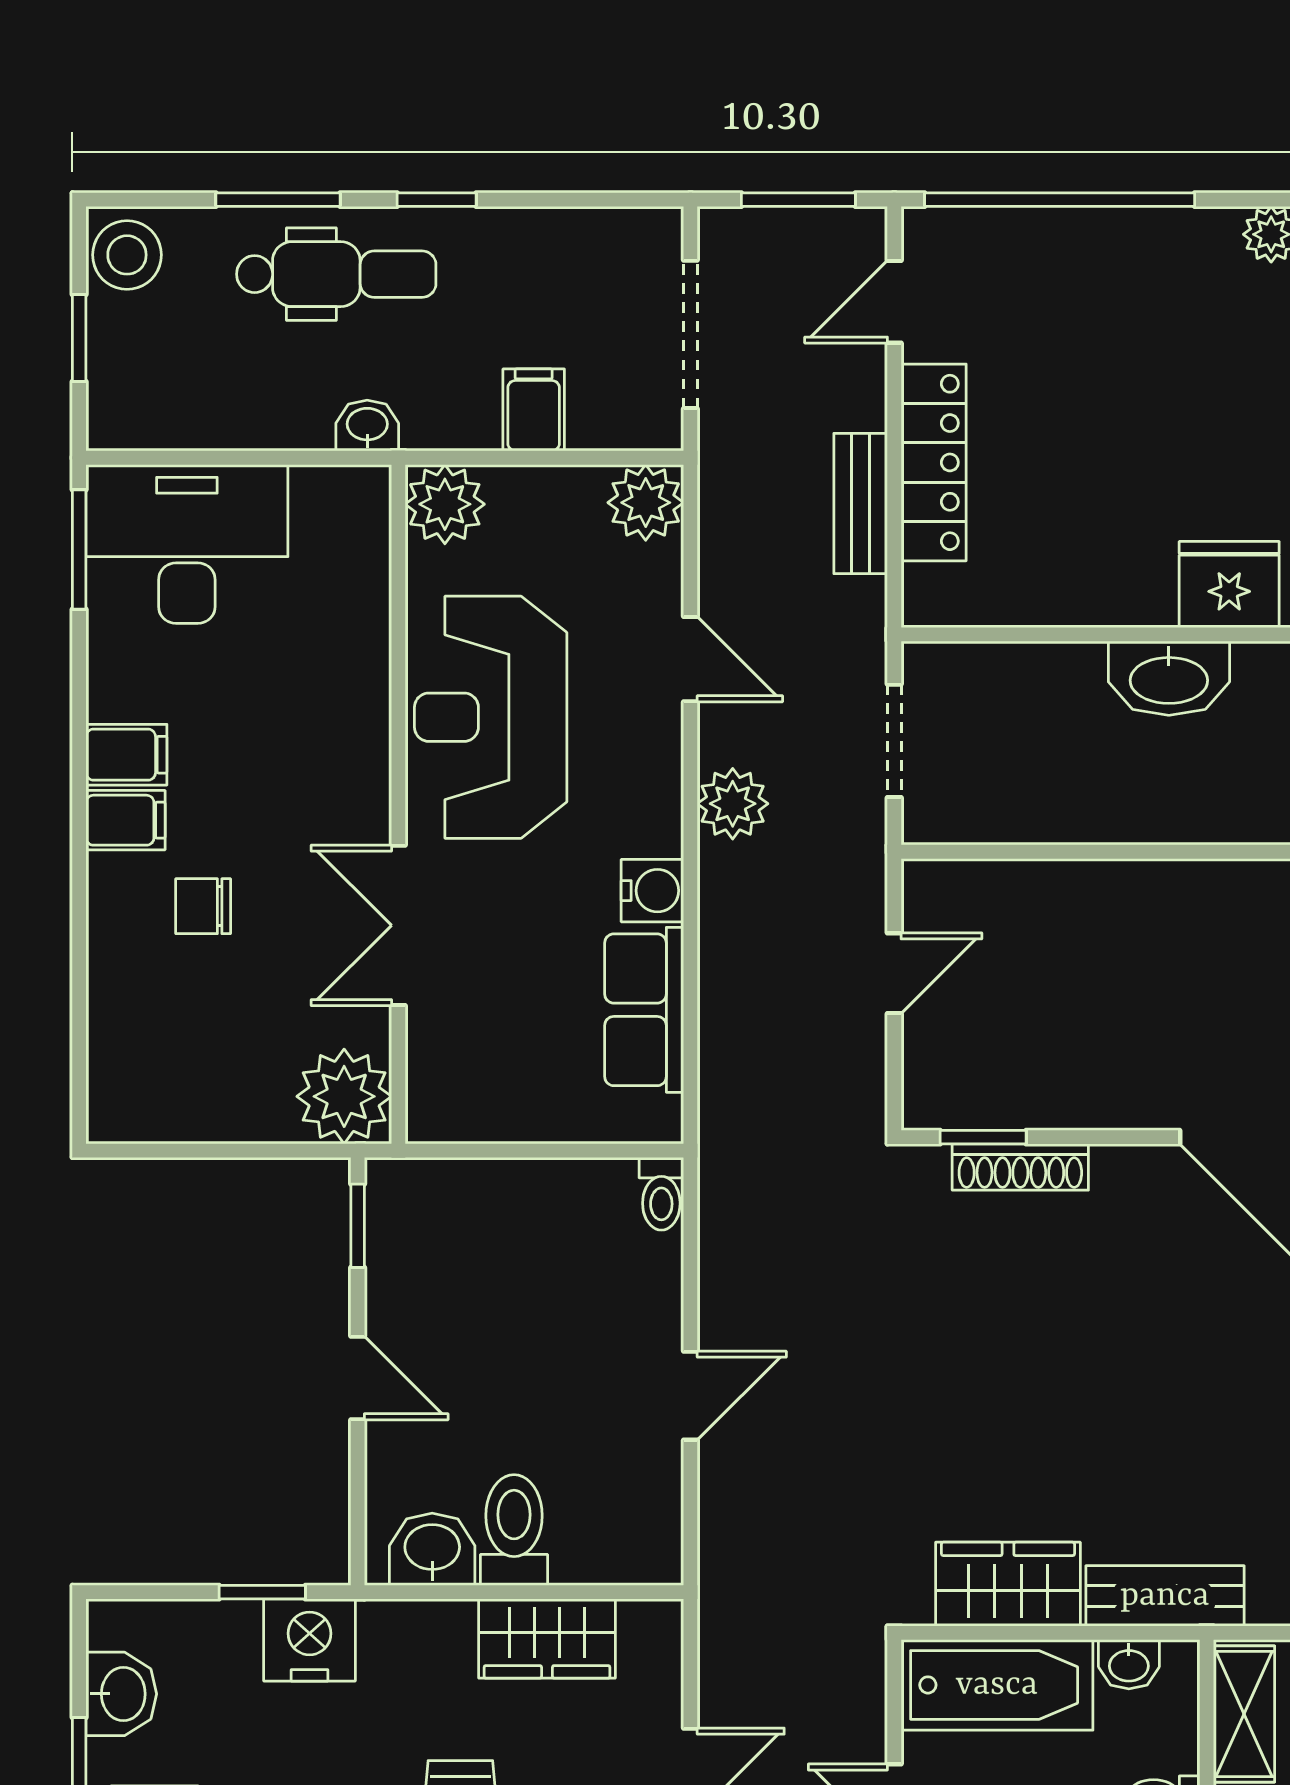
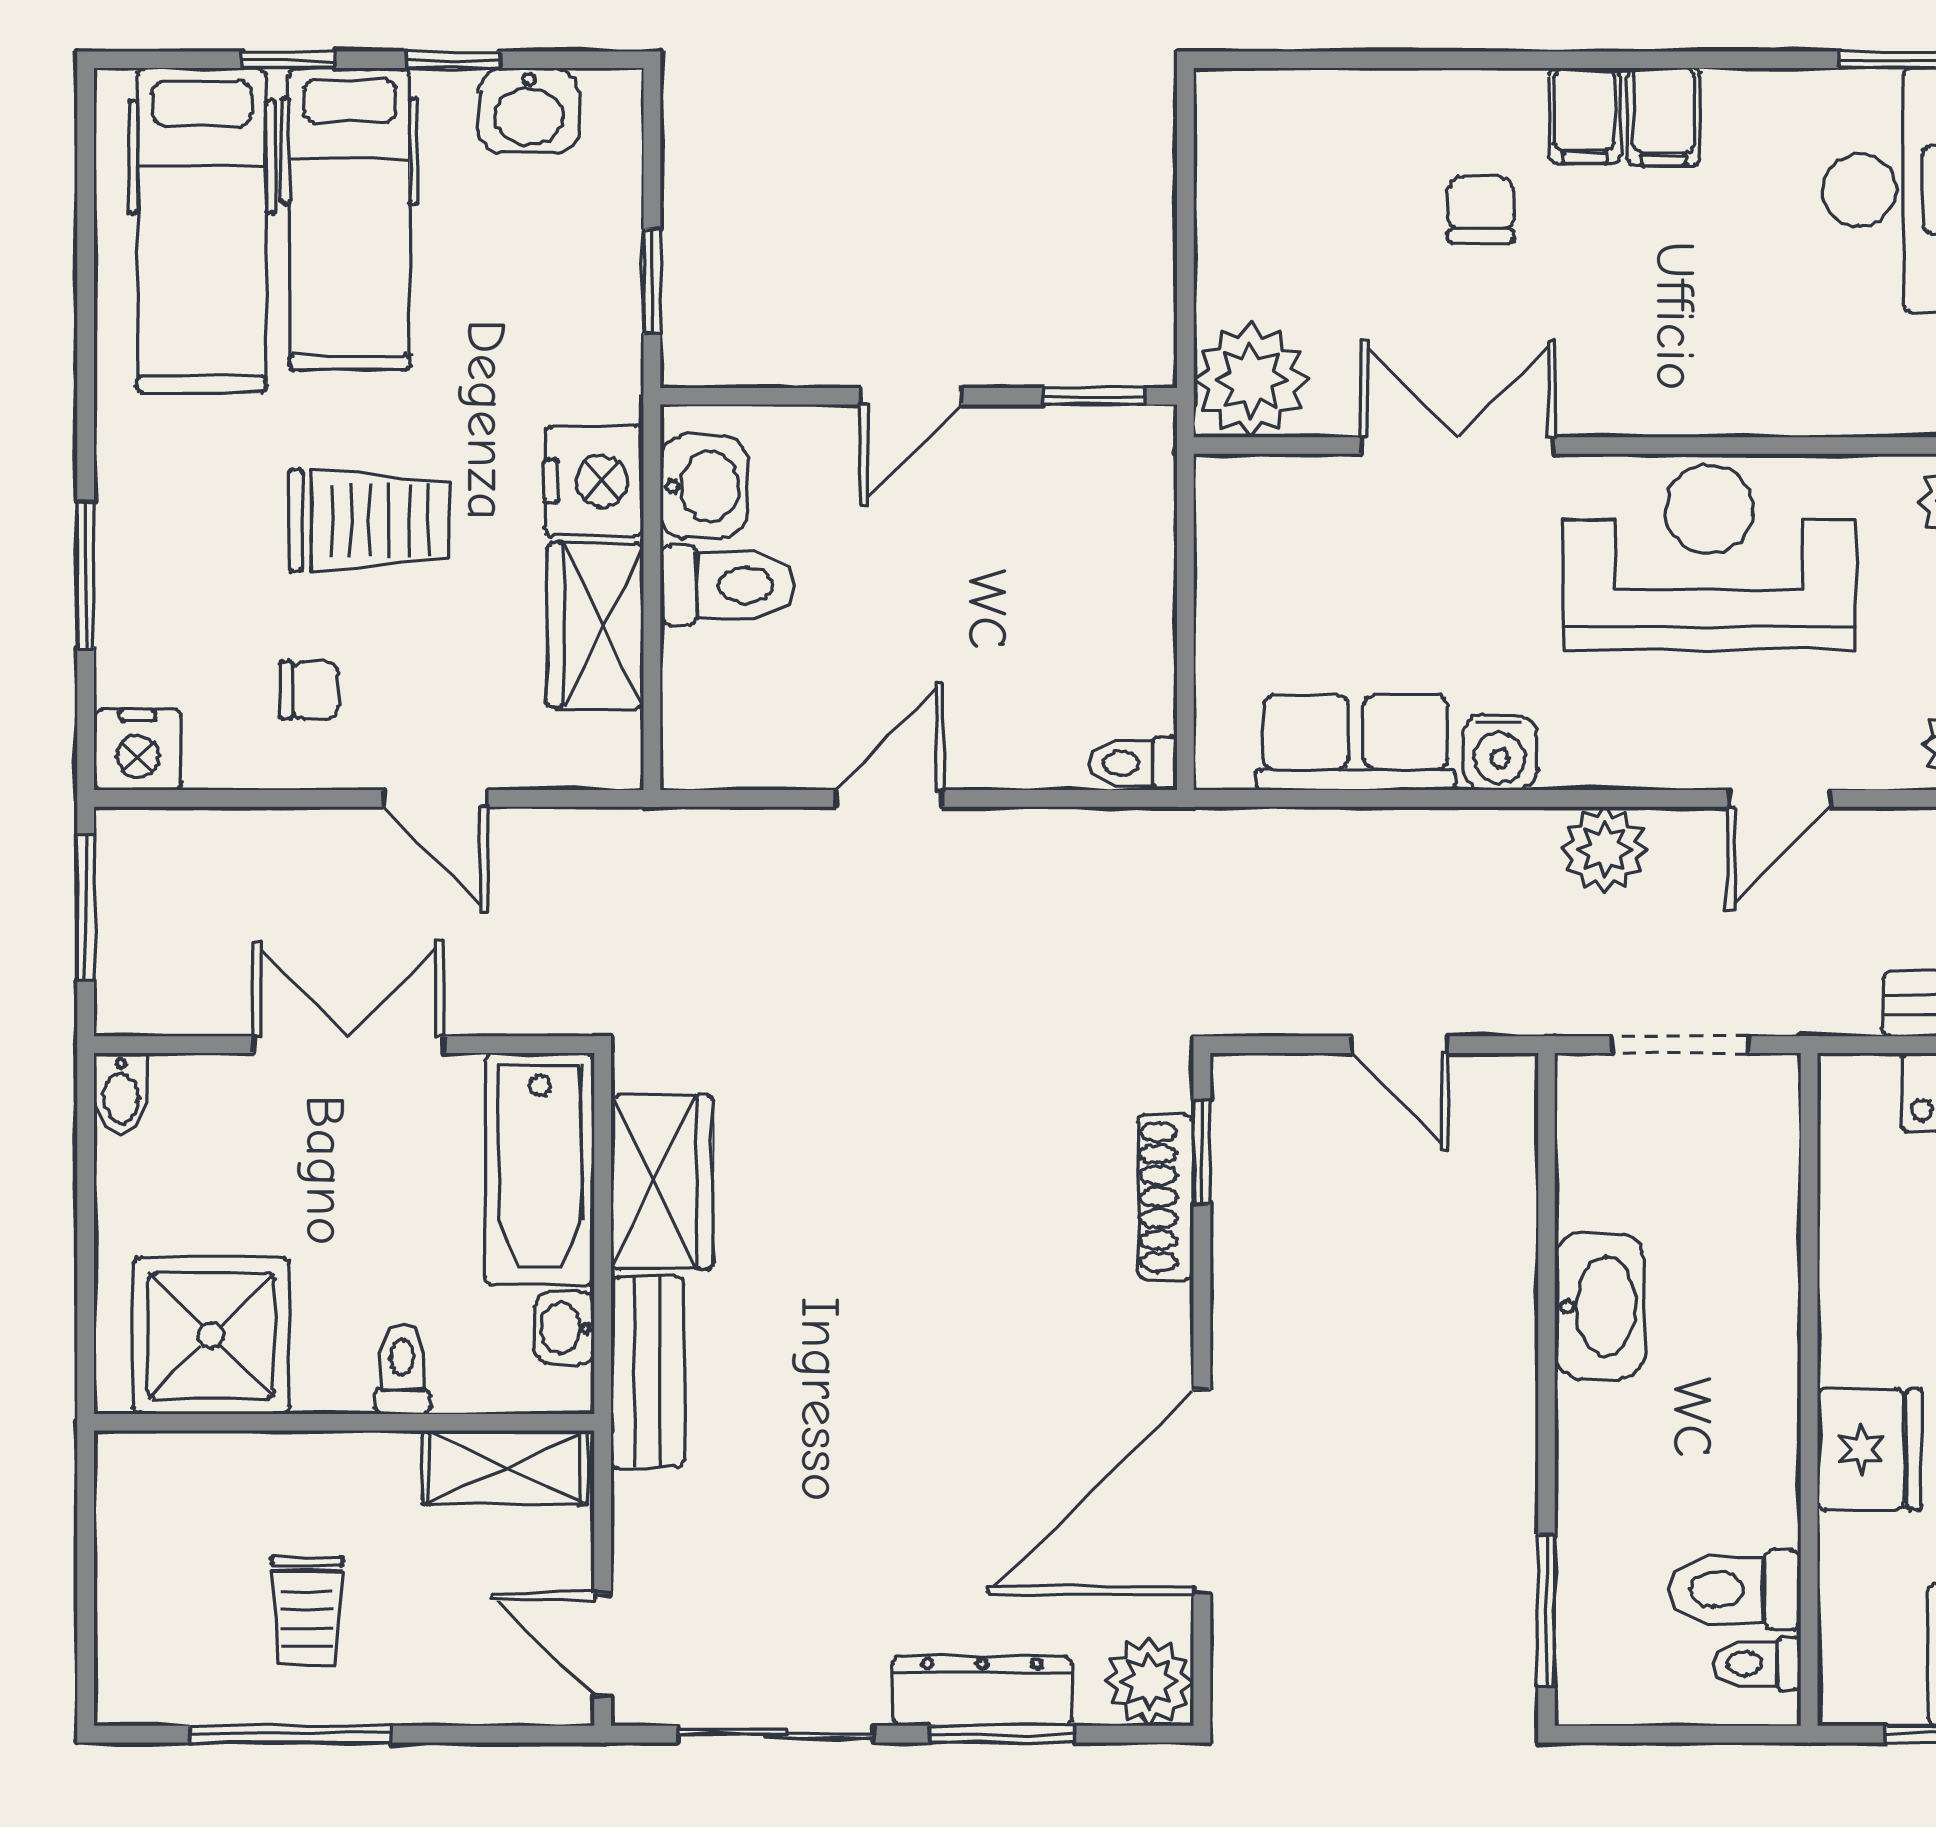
washbasin: (1169, 678) -> (1599, 1306), moved, turned 180
door: (690, 1396) -> (889, 798), swing flipped
nightstand: (309, 1640) -> (594, 481), moved

